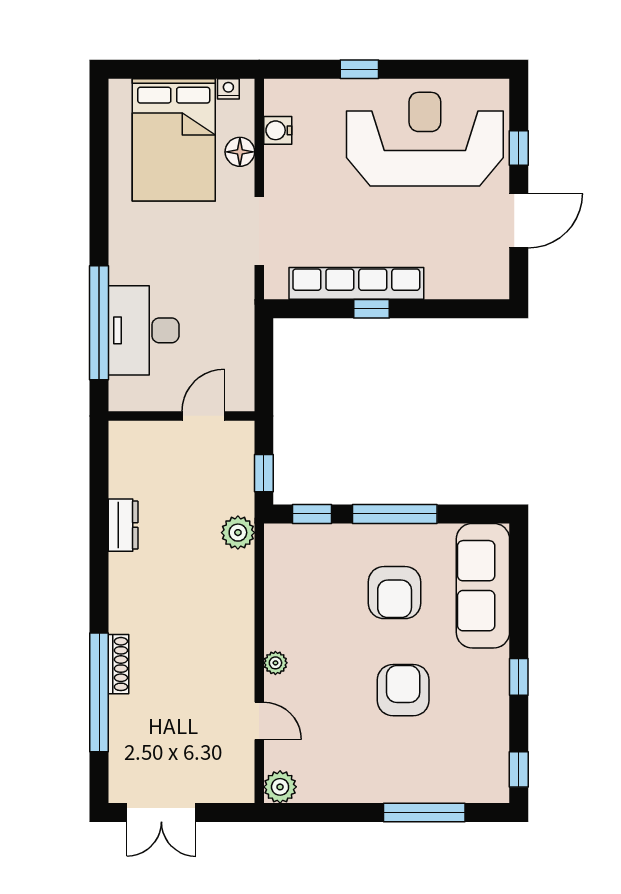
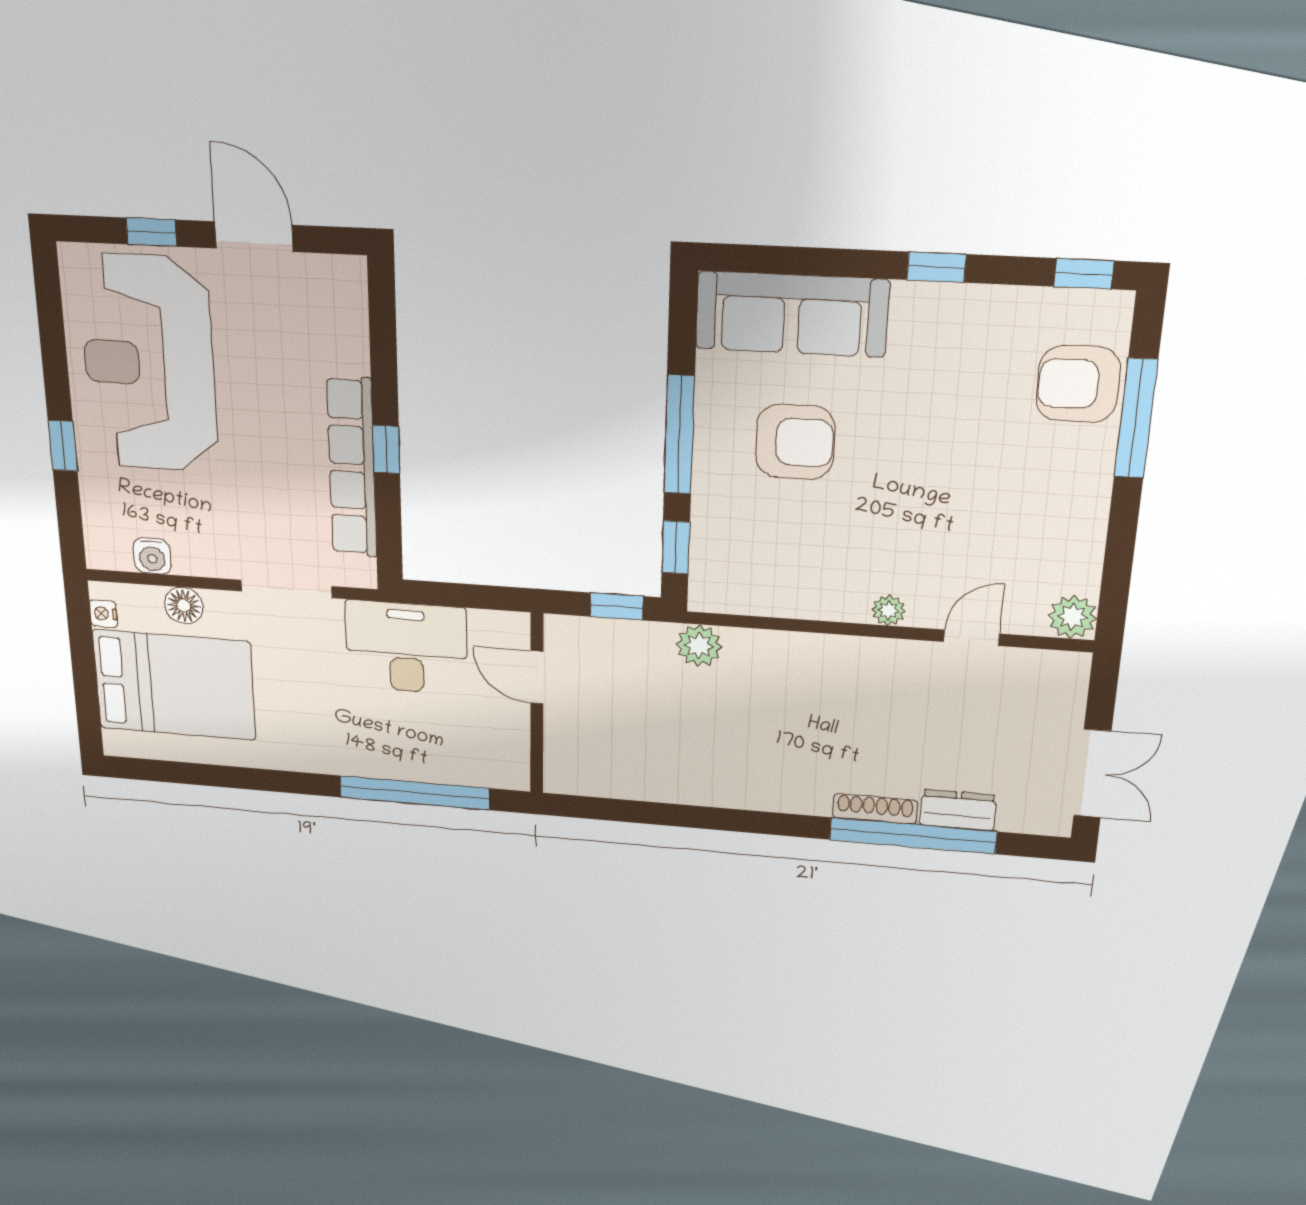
desk: (144, 330) -> (406, 648), moved, turned 180
dresser: (123, 525) -> (958, 810), moved
armchair: (403, 690) -> (1078, 384), moved

